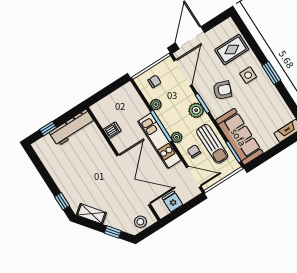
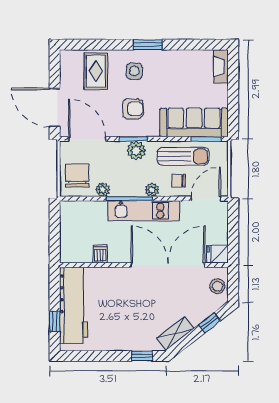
chair: (154, 81) -> (77, 175), width x1.87, depth x1.87
armchair: (222, 90) -> (133, 109), turned 70
workbench: (72, 128) -> (74, 305), width x1.36, depth x1.32
fridge: (172, 201) -> (217, 254), moved

